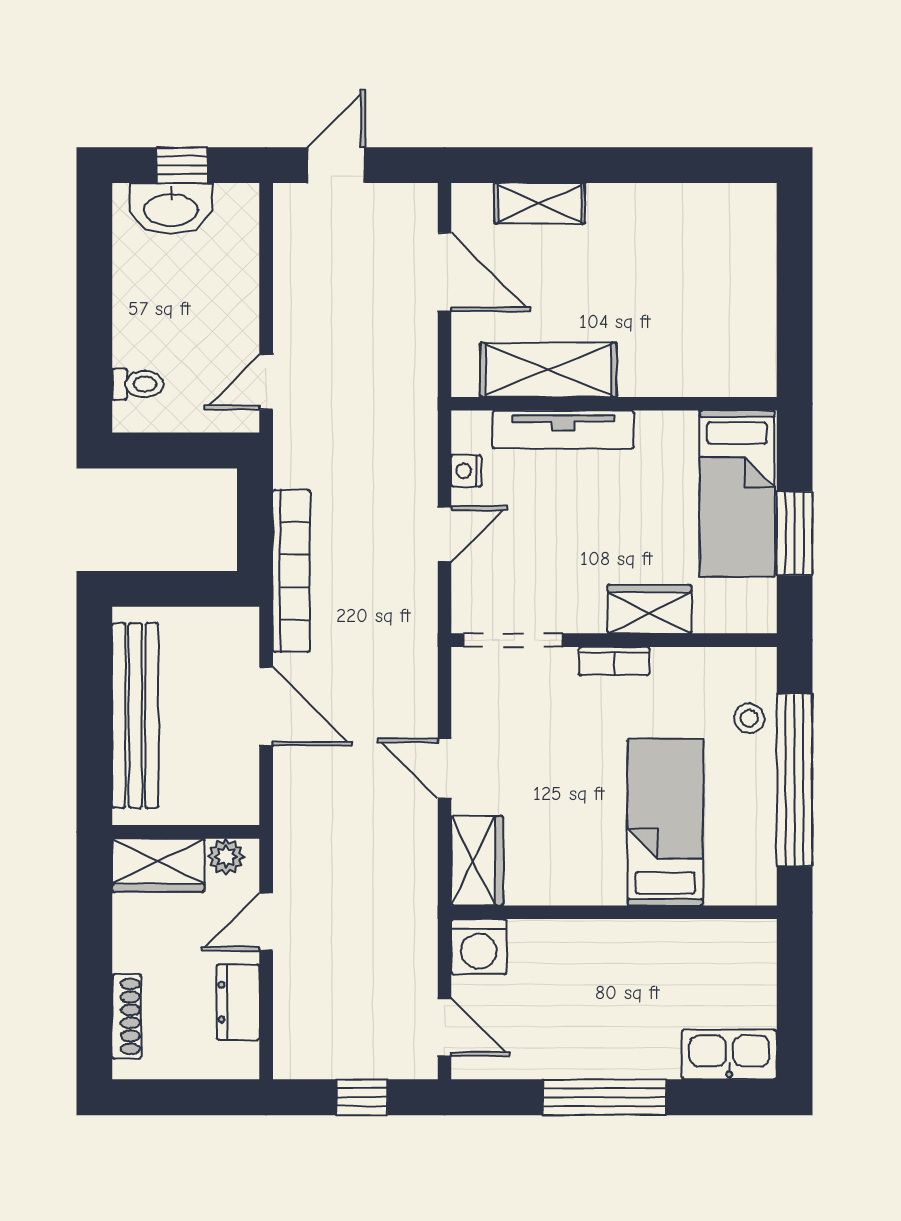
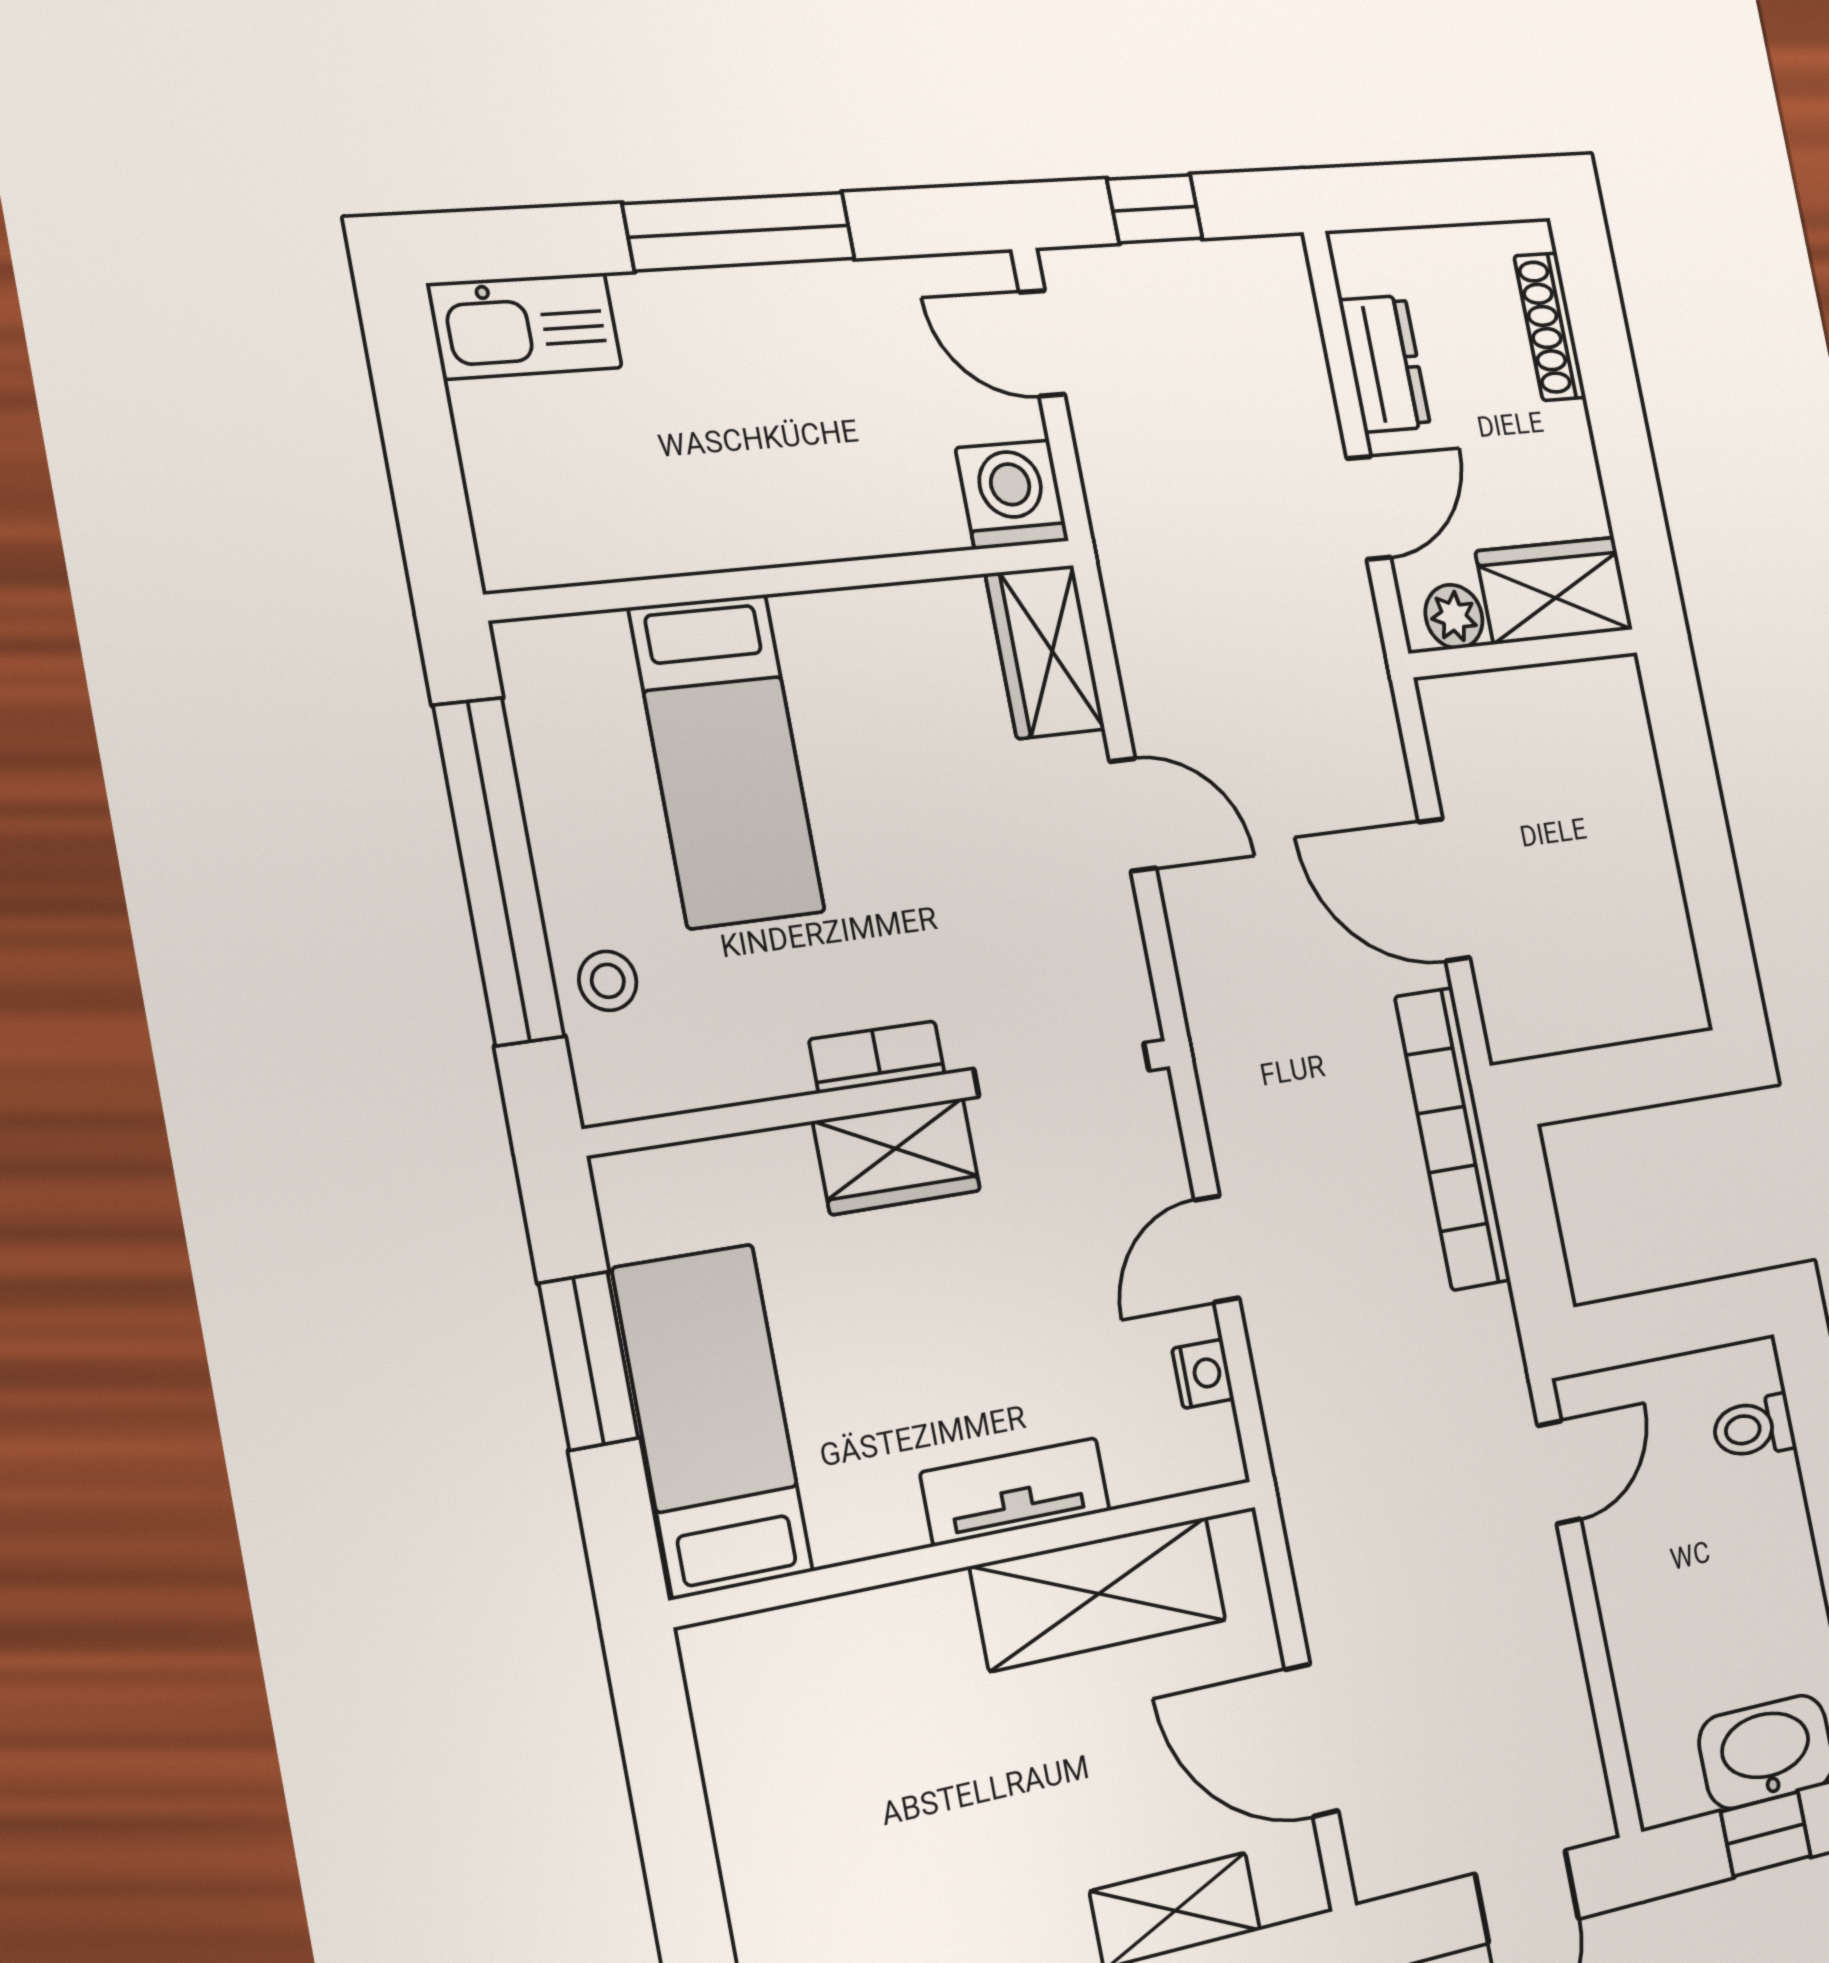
tv unit: (563, 430) -> (1015, 1492), width x0.71
wardrobe: (650, 609) -> (897, 1156), moved
bench: (135, 715) -> (1641, 846), removed

